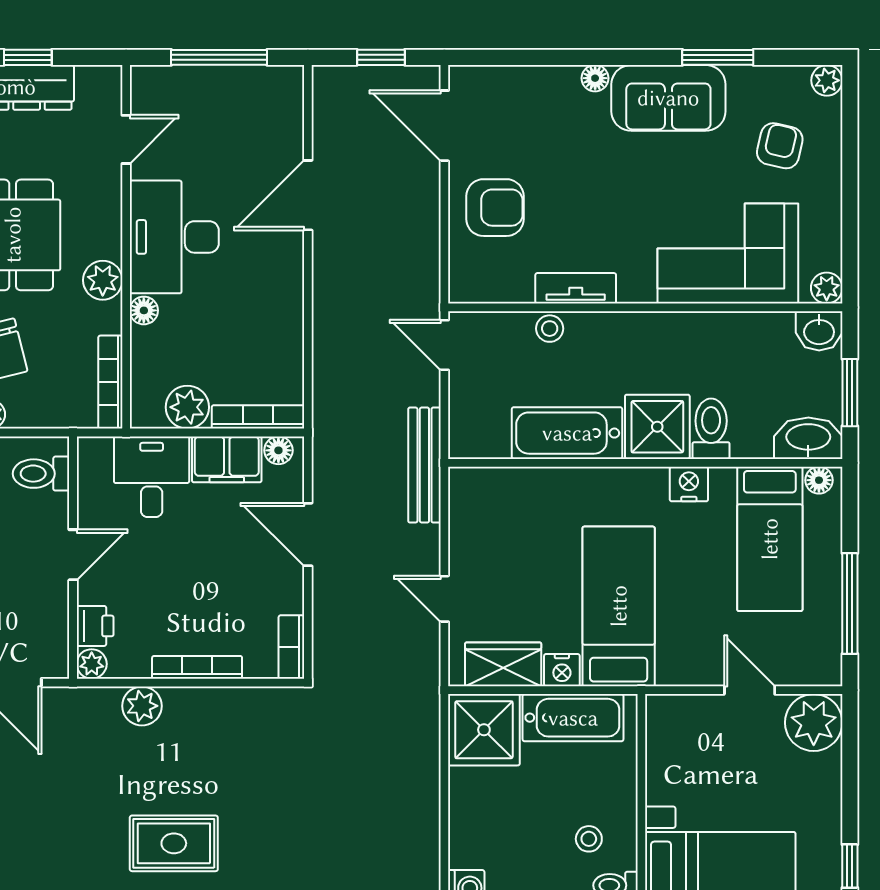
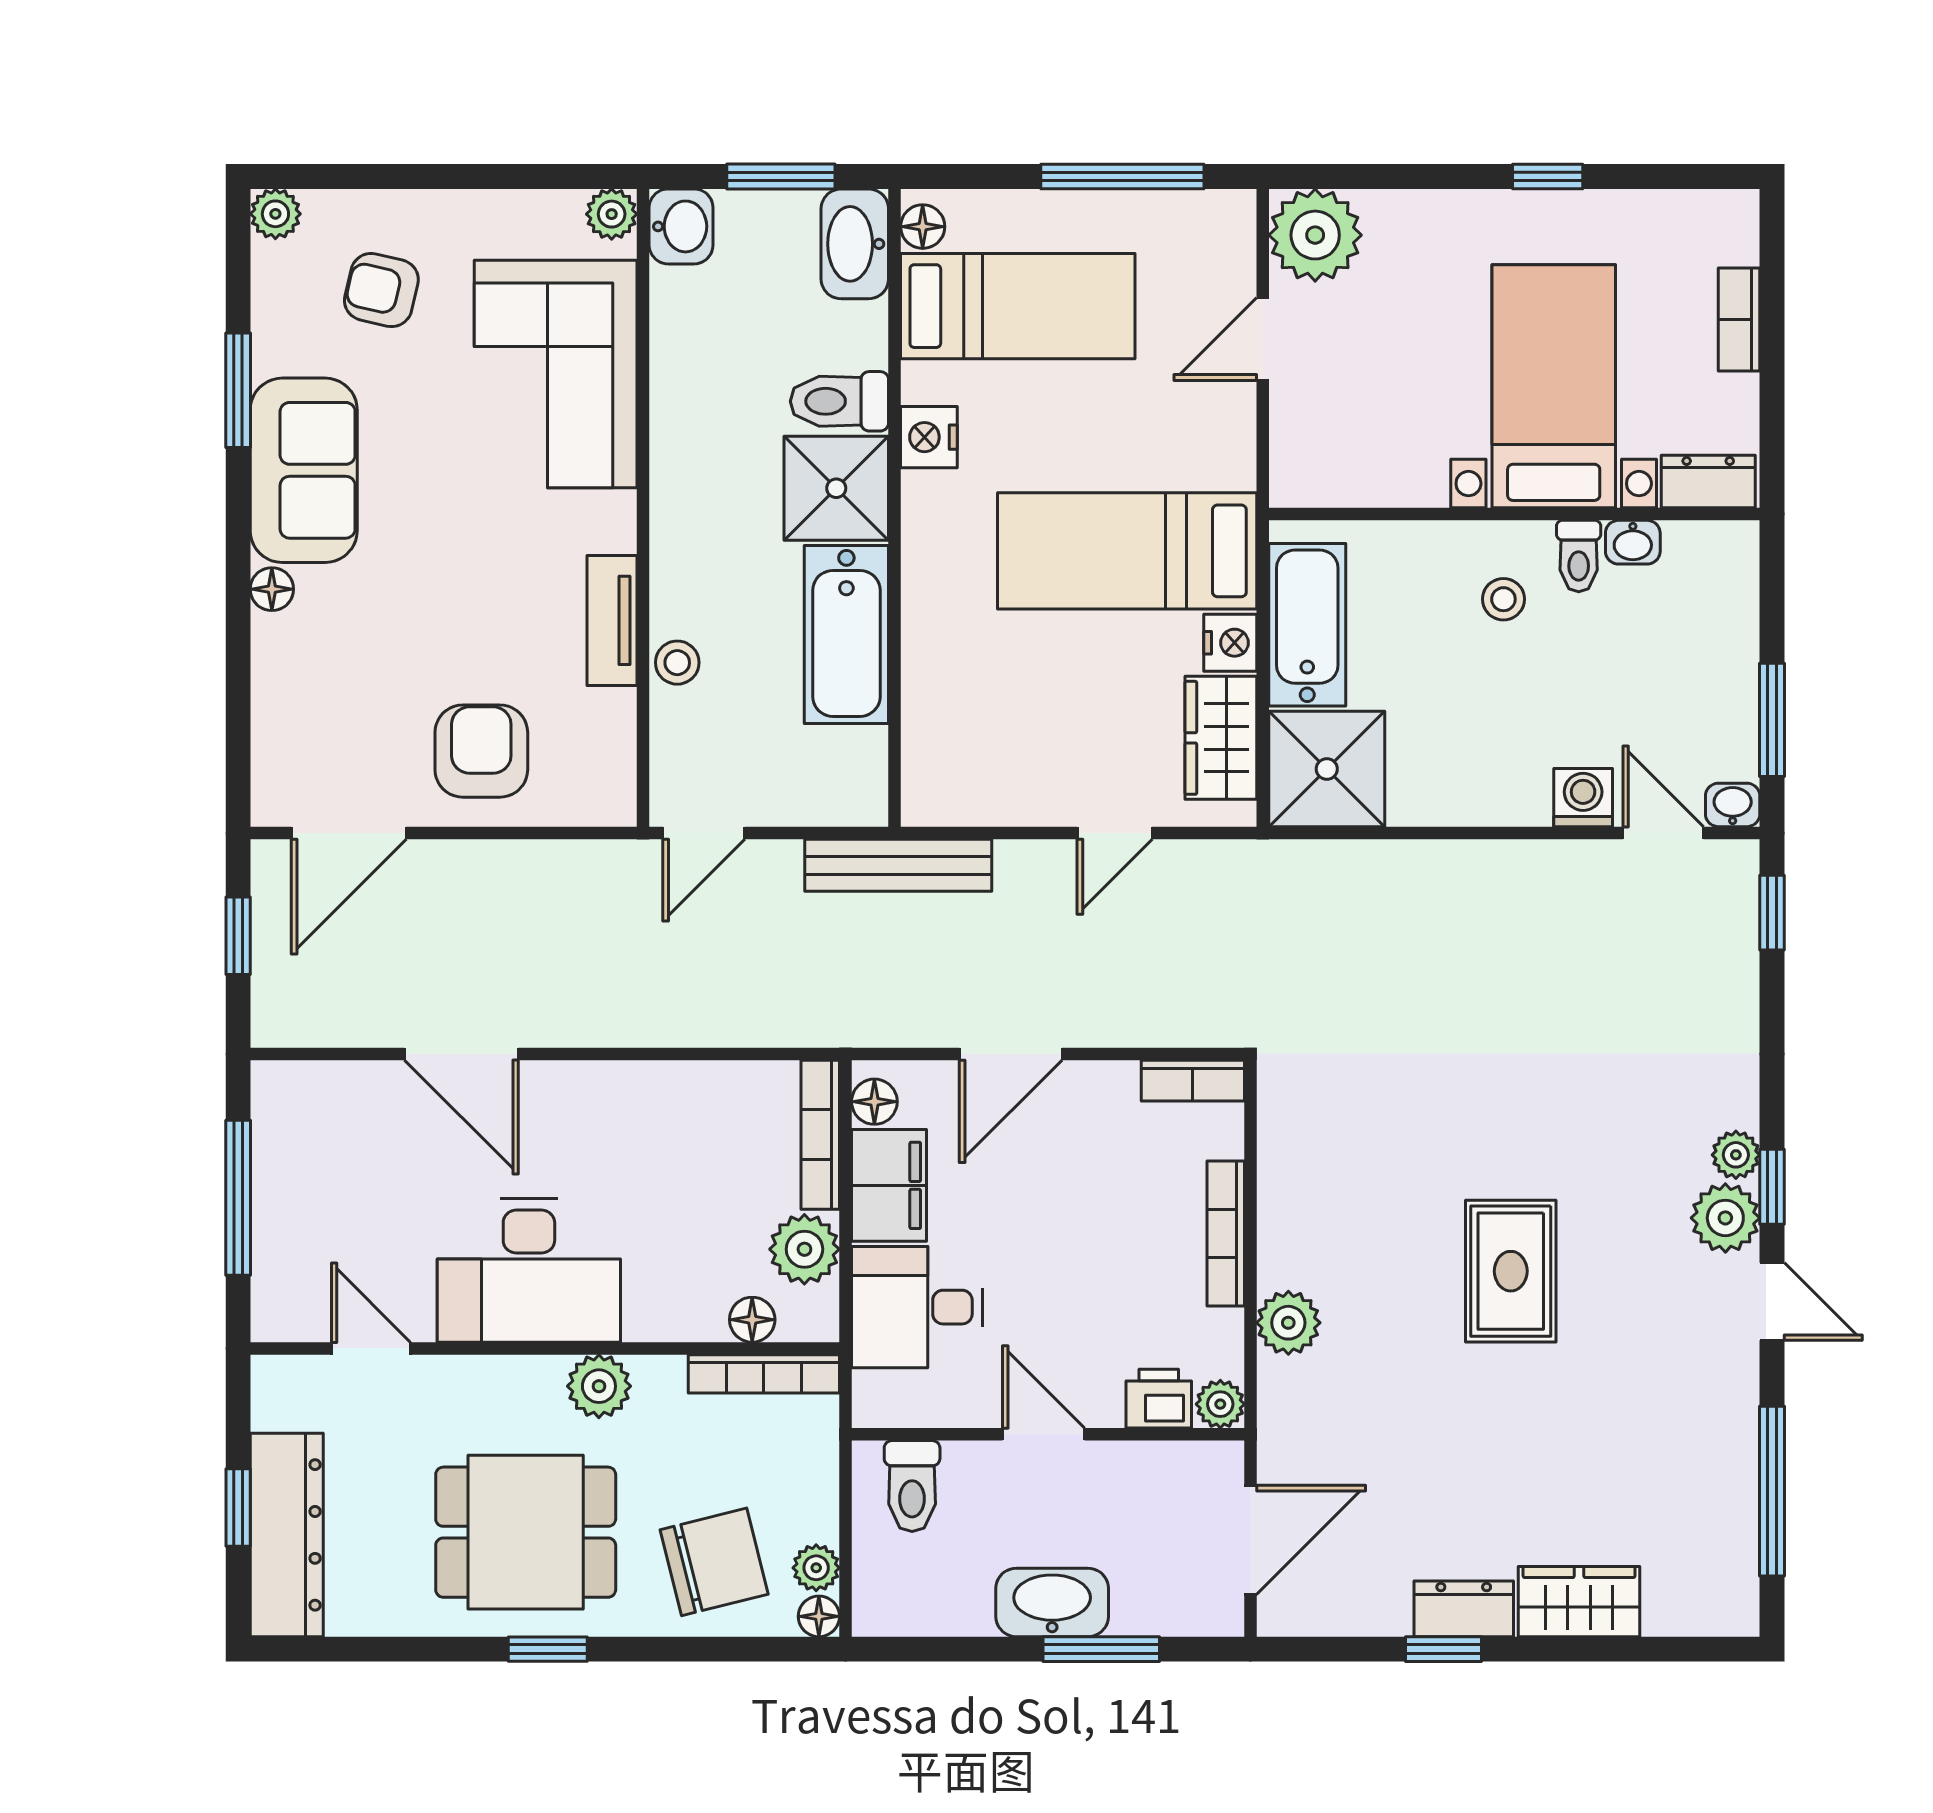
floor lamp: (144, 310) -> (752, 1320), moved

